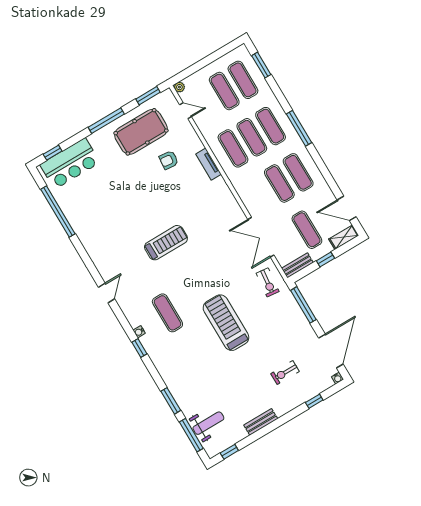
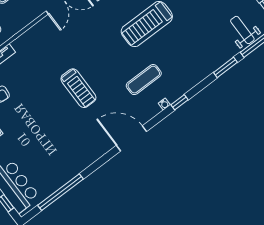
treadmill: (166, 243) -> (78, 88), turned 180
door: (106, 293) -> (131, 138), width x1.88

